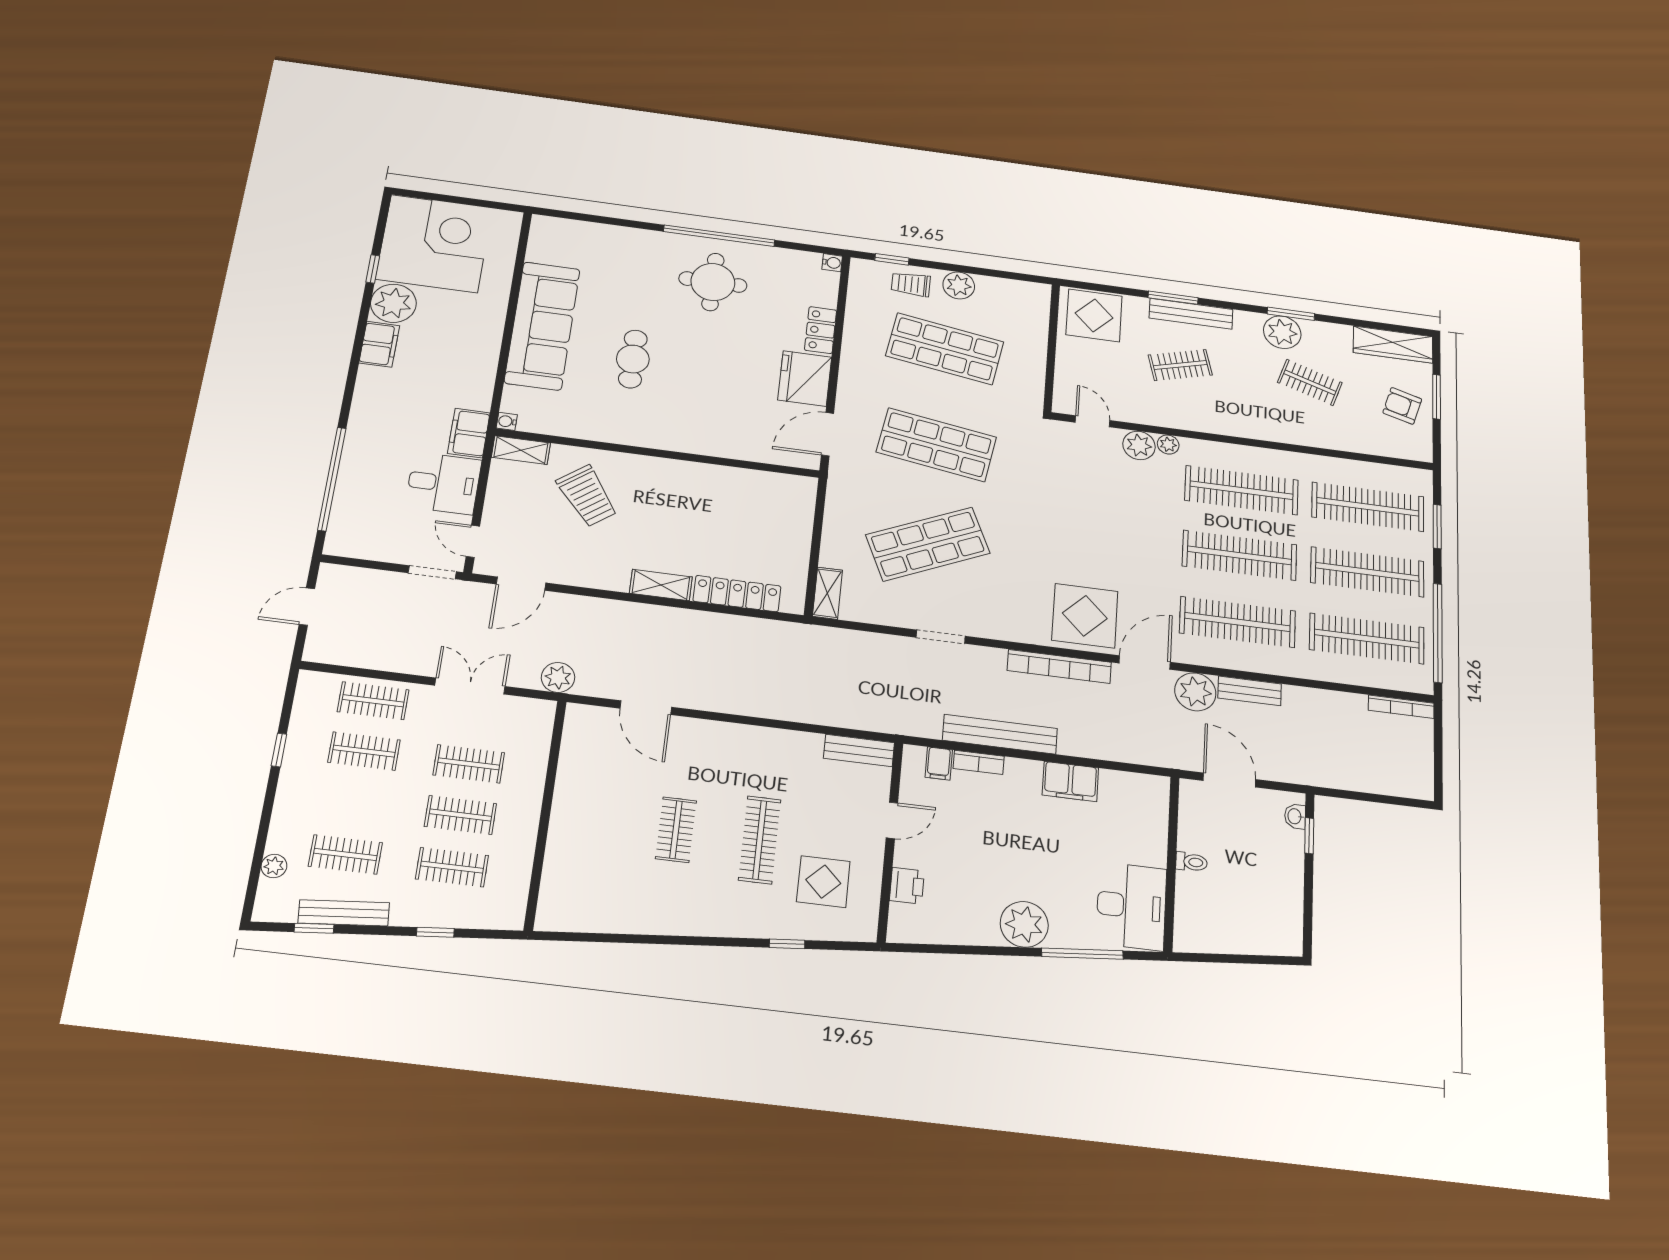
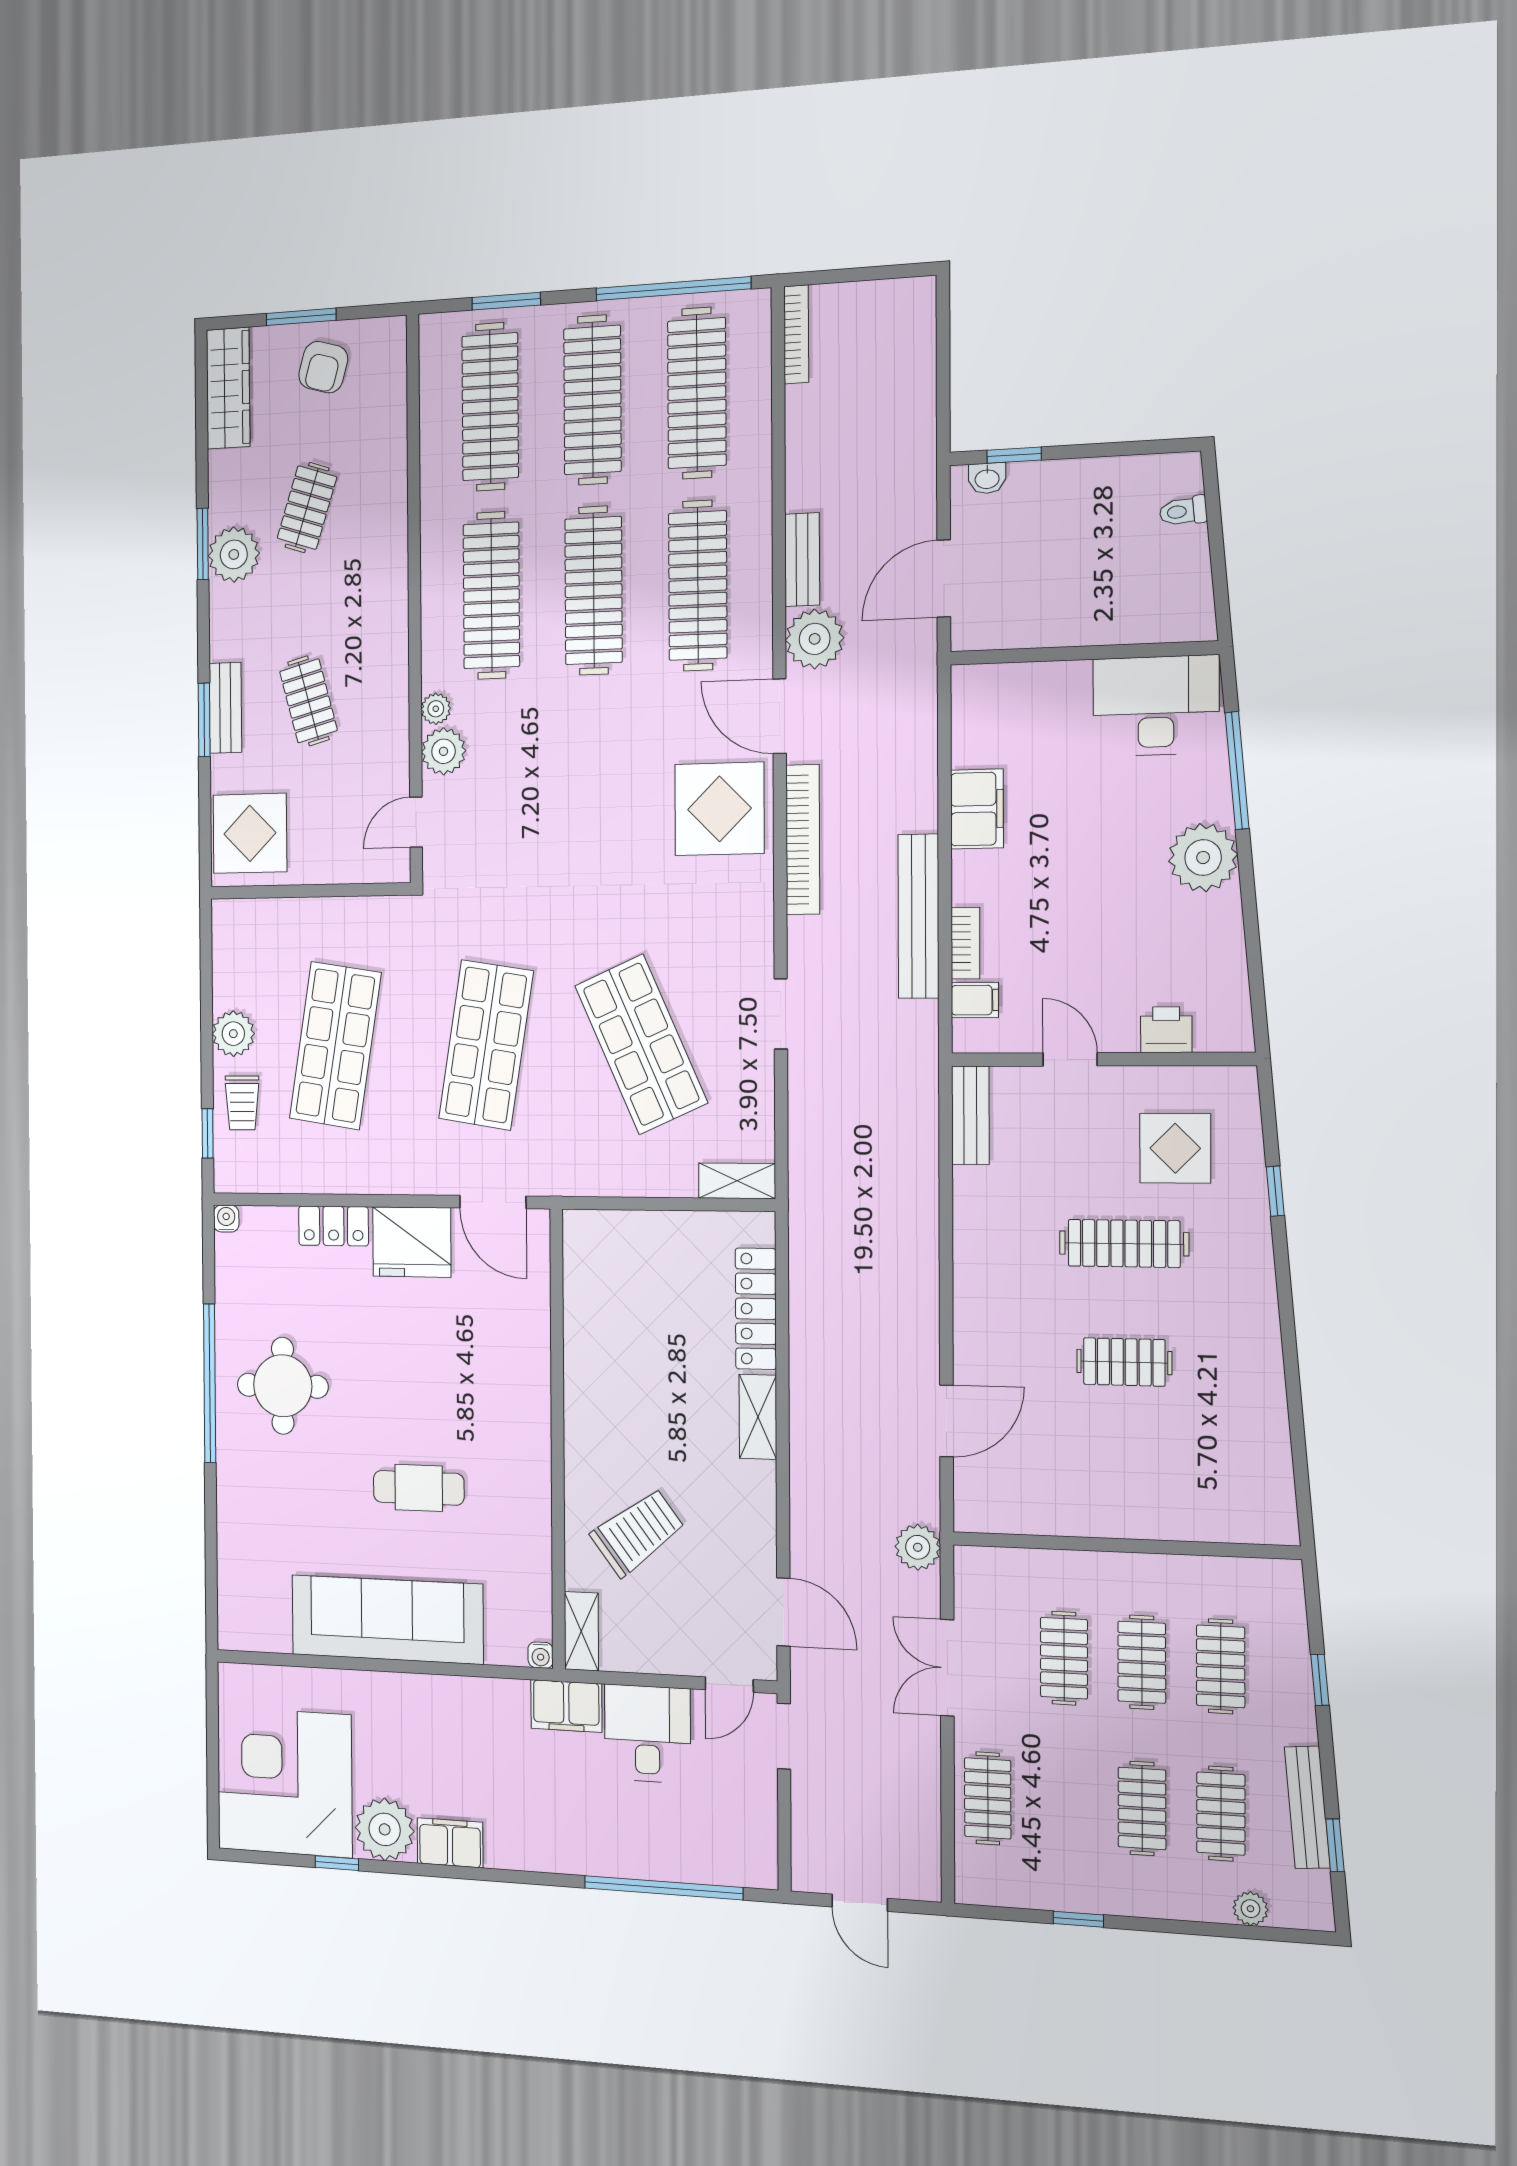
bench: (1191, 314) -> (225, 708), width x0.73
clothes rail: (364, 751) -> (1142, 1808), moved
toilet: (1191, 862) -> (1183, 511), moved, turned -95

